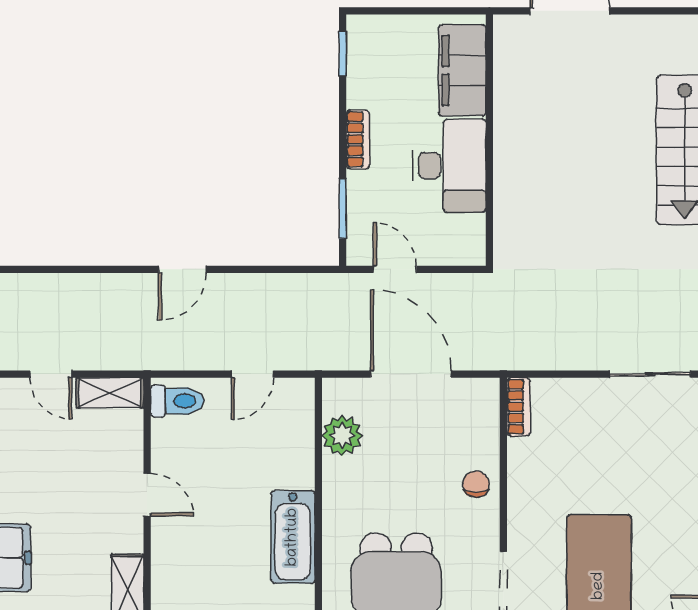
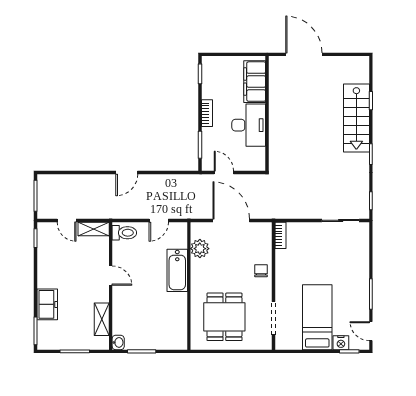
bathtub: (293, 537) -> (177, 270), moved

